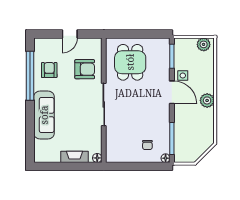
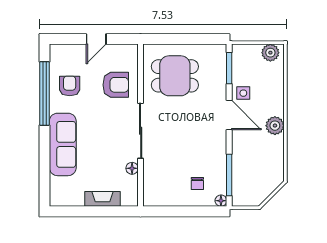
dining table: (130, 62) -> (175, 76), turned 90
floor lamp: (97, 158) -> (132, 168), moved

